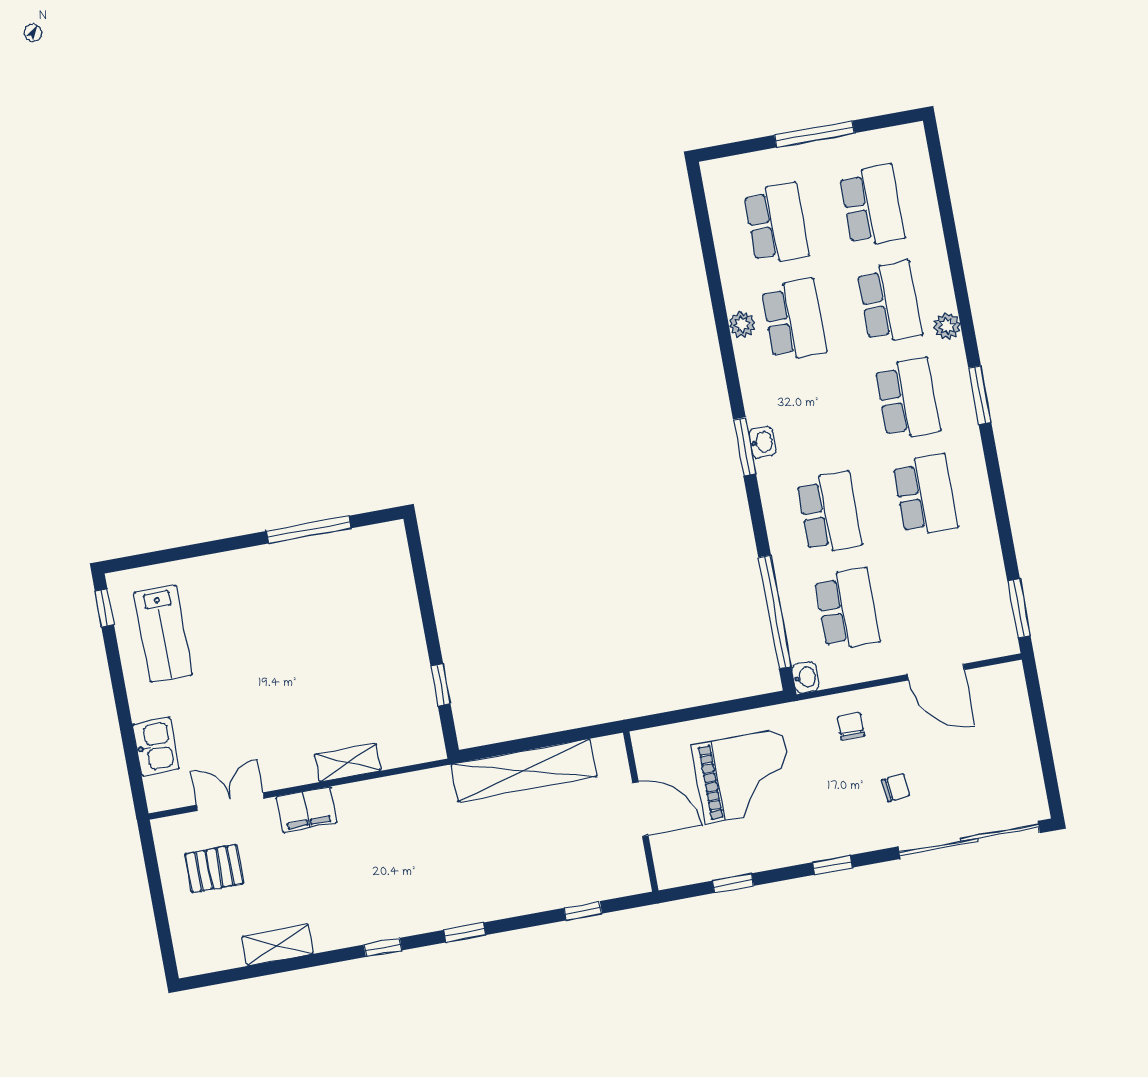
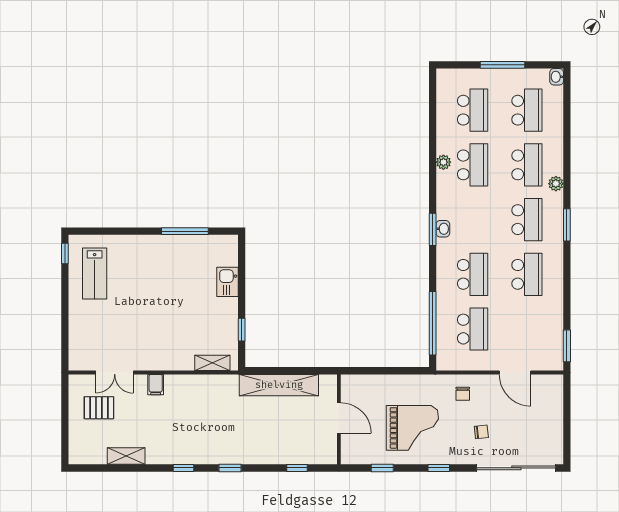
washbasin: (806, 677) -> (557, 77), moved, turned 180
chair: (851, 726) -> (463, 394), turned 180
kitchen sink: (156, 746) -> (227, 282), moved, turned 180
shelving: (347, 763) -> (212, 363), moved
grand piano: (744, 776) -> (412, 428), moved
double door: (230, 802) -> (115, 373), swing flipped
filing cabinet: (307, 810) -> (156, 385), width x0.50

